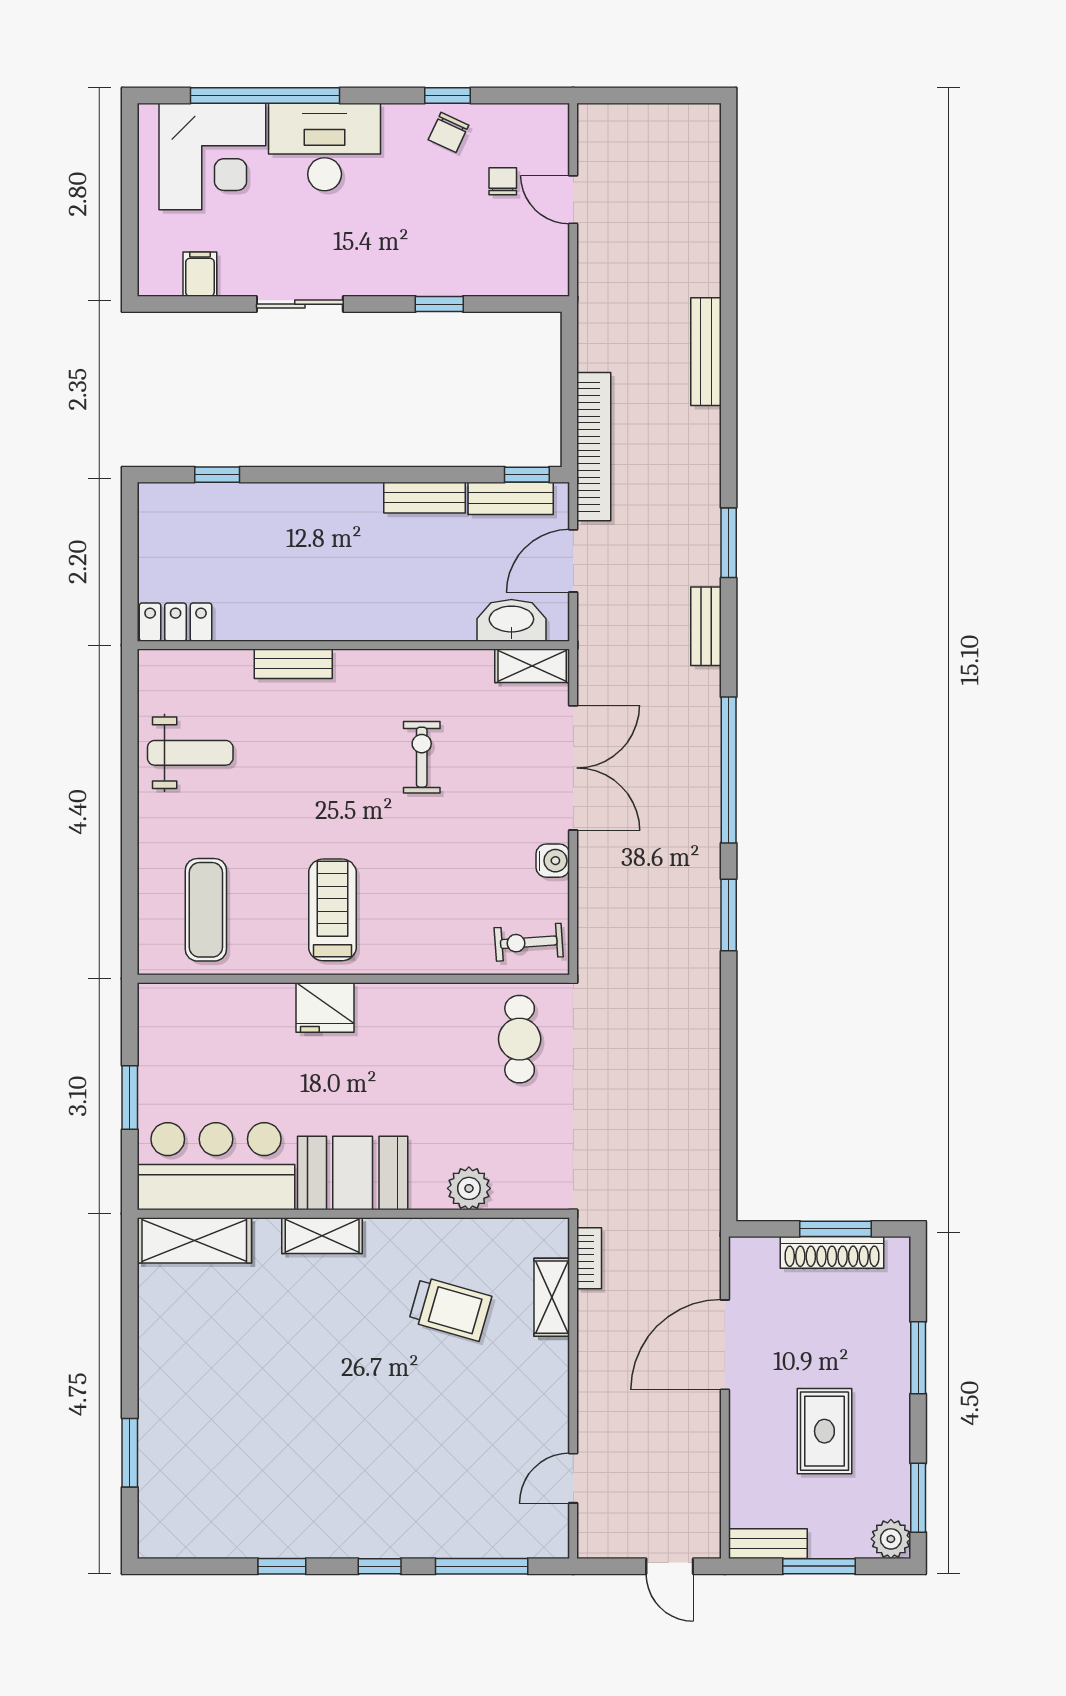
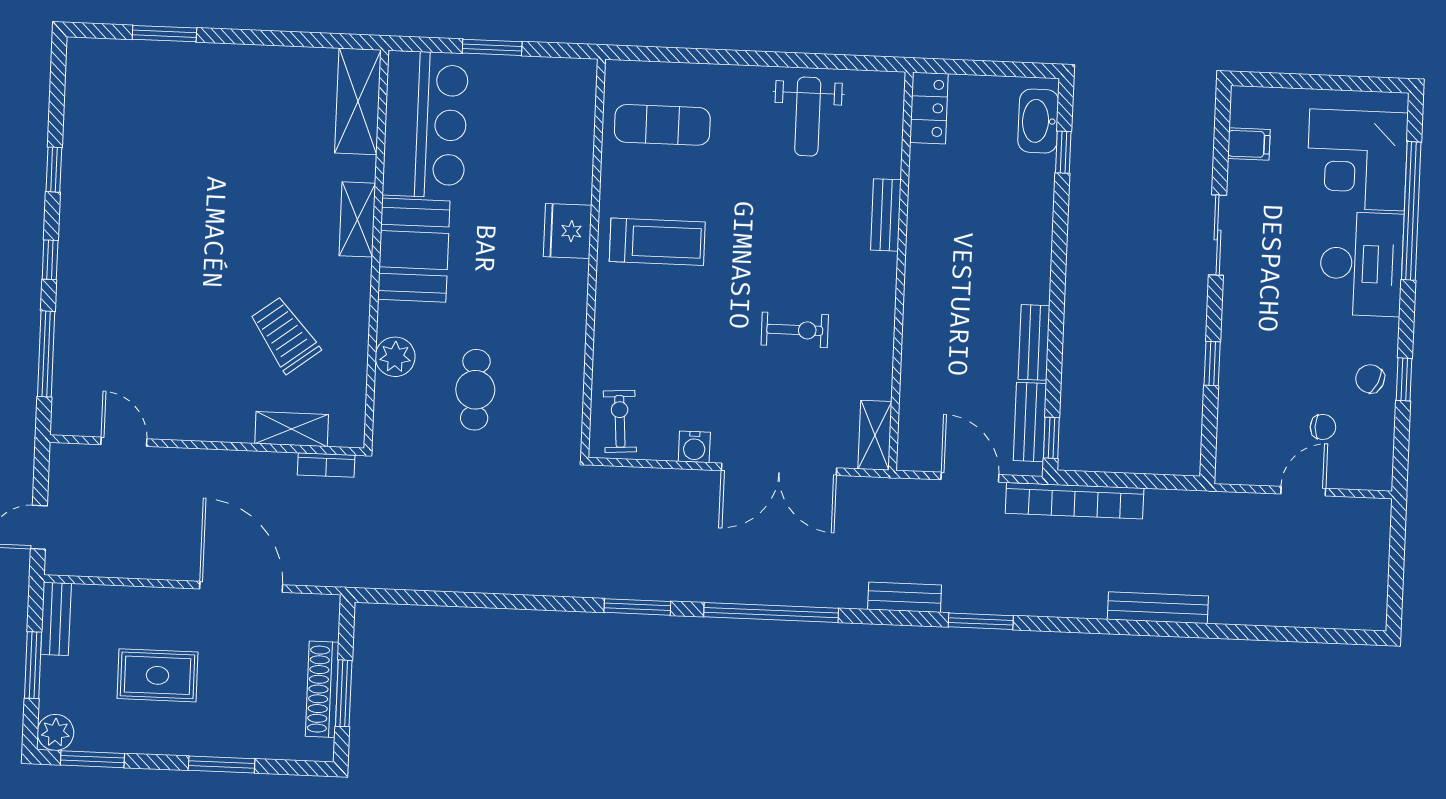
washbasin: (511, 620) -> (1038, 121), moved, turned 180
cafe table: (520, 1039) -> (475, 390), moved, turned 90
trolley: (450, 1309) -> (285, 335), turned 127

